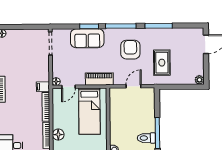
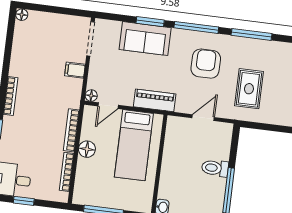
filing cabinet: (43, 87) -> (75, 70), moved
floor lamp: (58, 135) -> (87, 149), moved
toilet: (146, 138) -> (215, 168), moved

